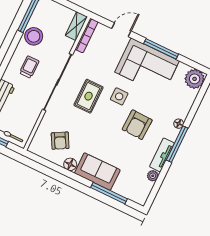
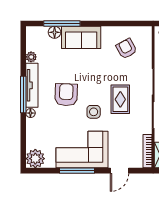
tv unit: (162, 155) -> (32, 85), width x1.41
floor lamp: (70, 164) -> (55, 32), moved

